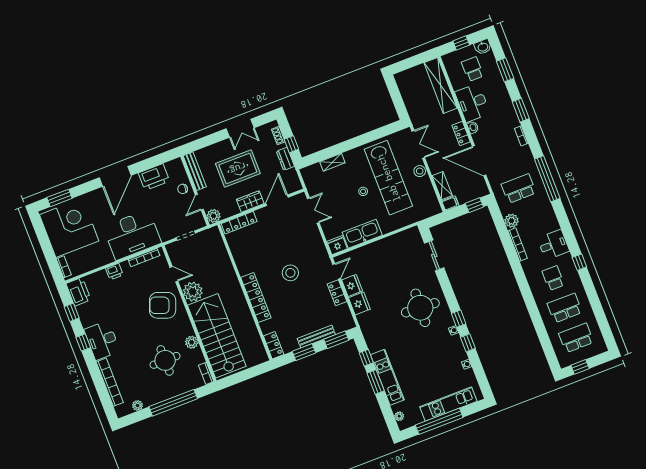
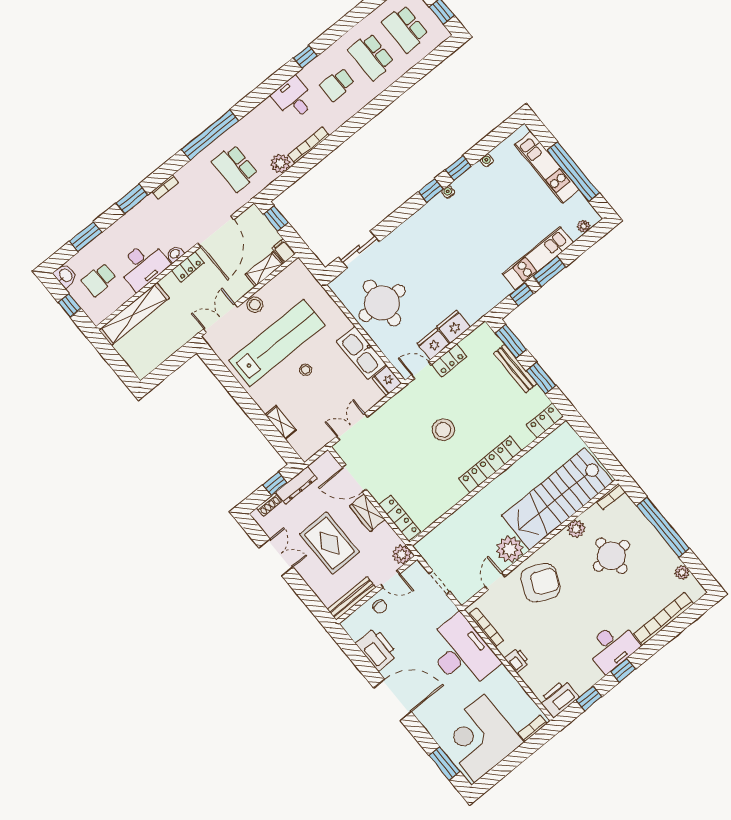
dresser: (285, 159) -> (296, 485), width x1.44
armchair: (163, 305) -> (540, 583), turned -87
round table: (420, 308) -> (382, 303), moved

